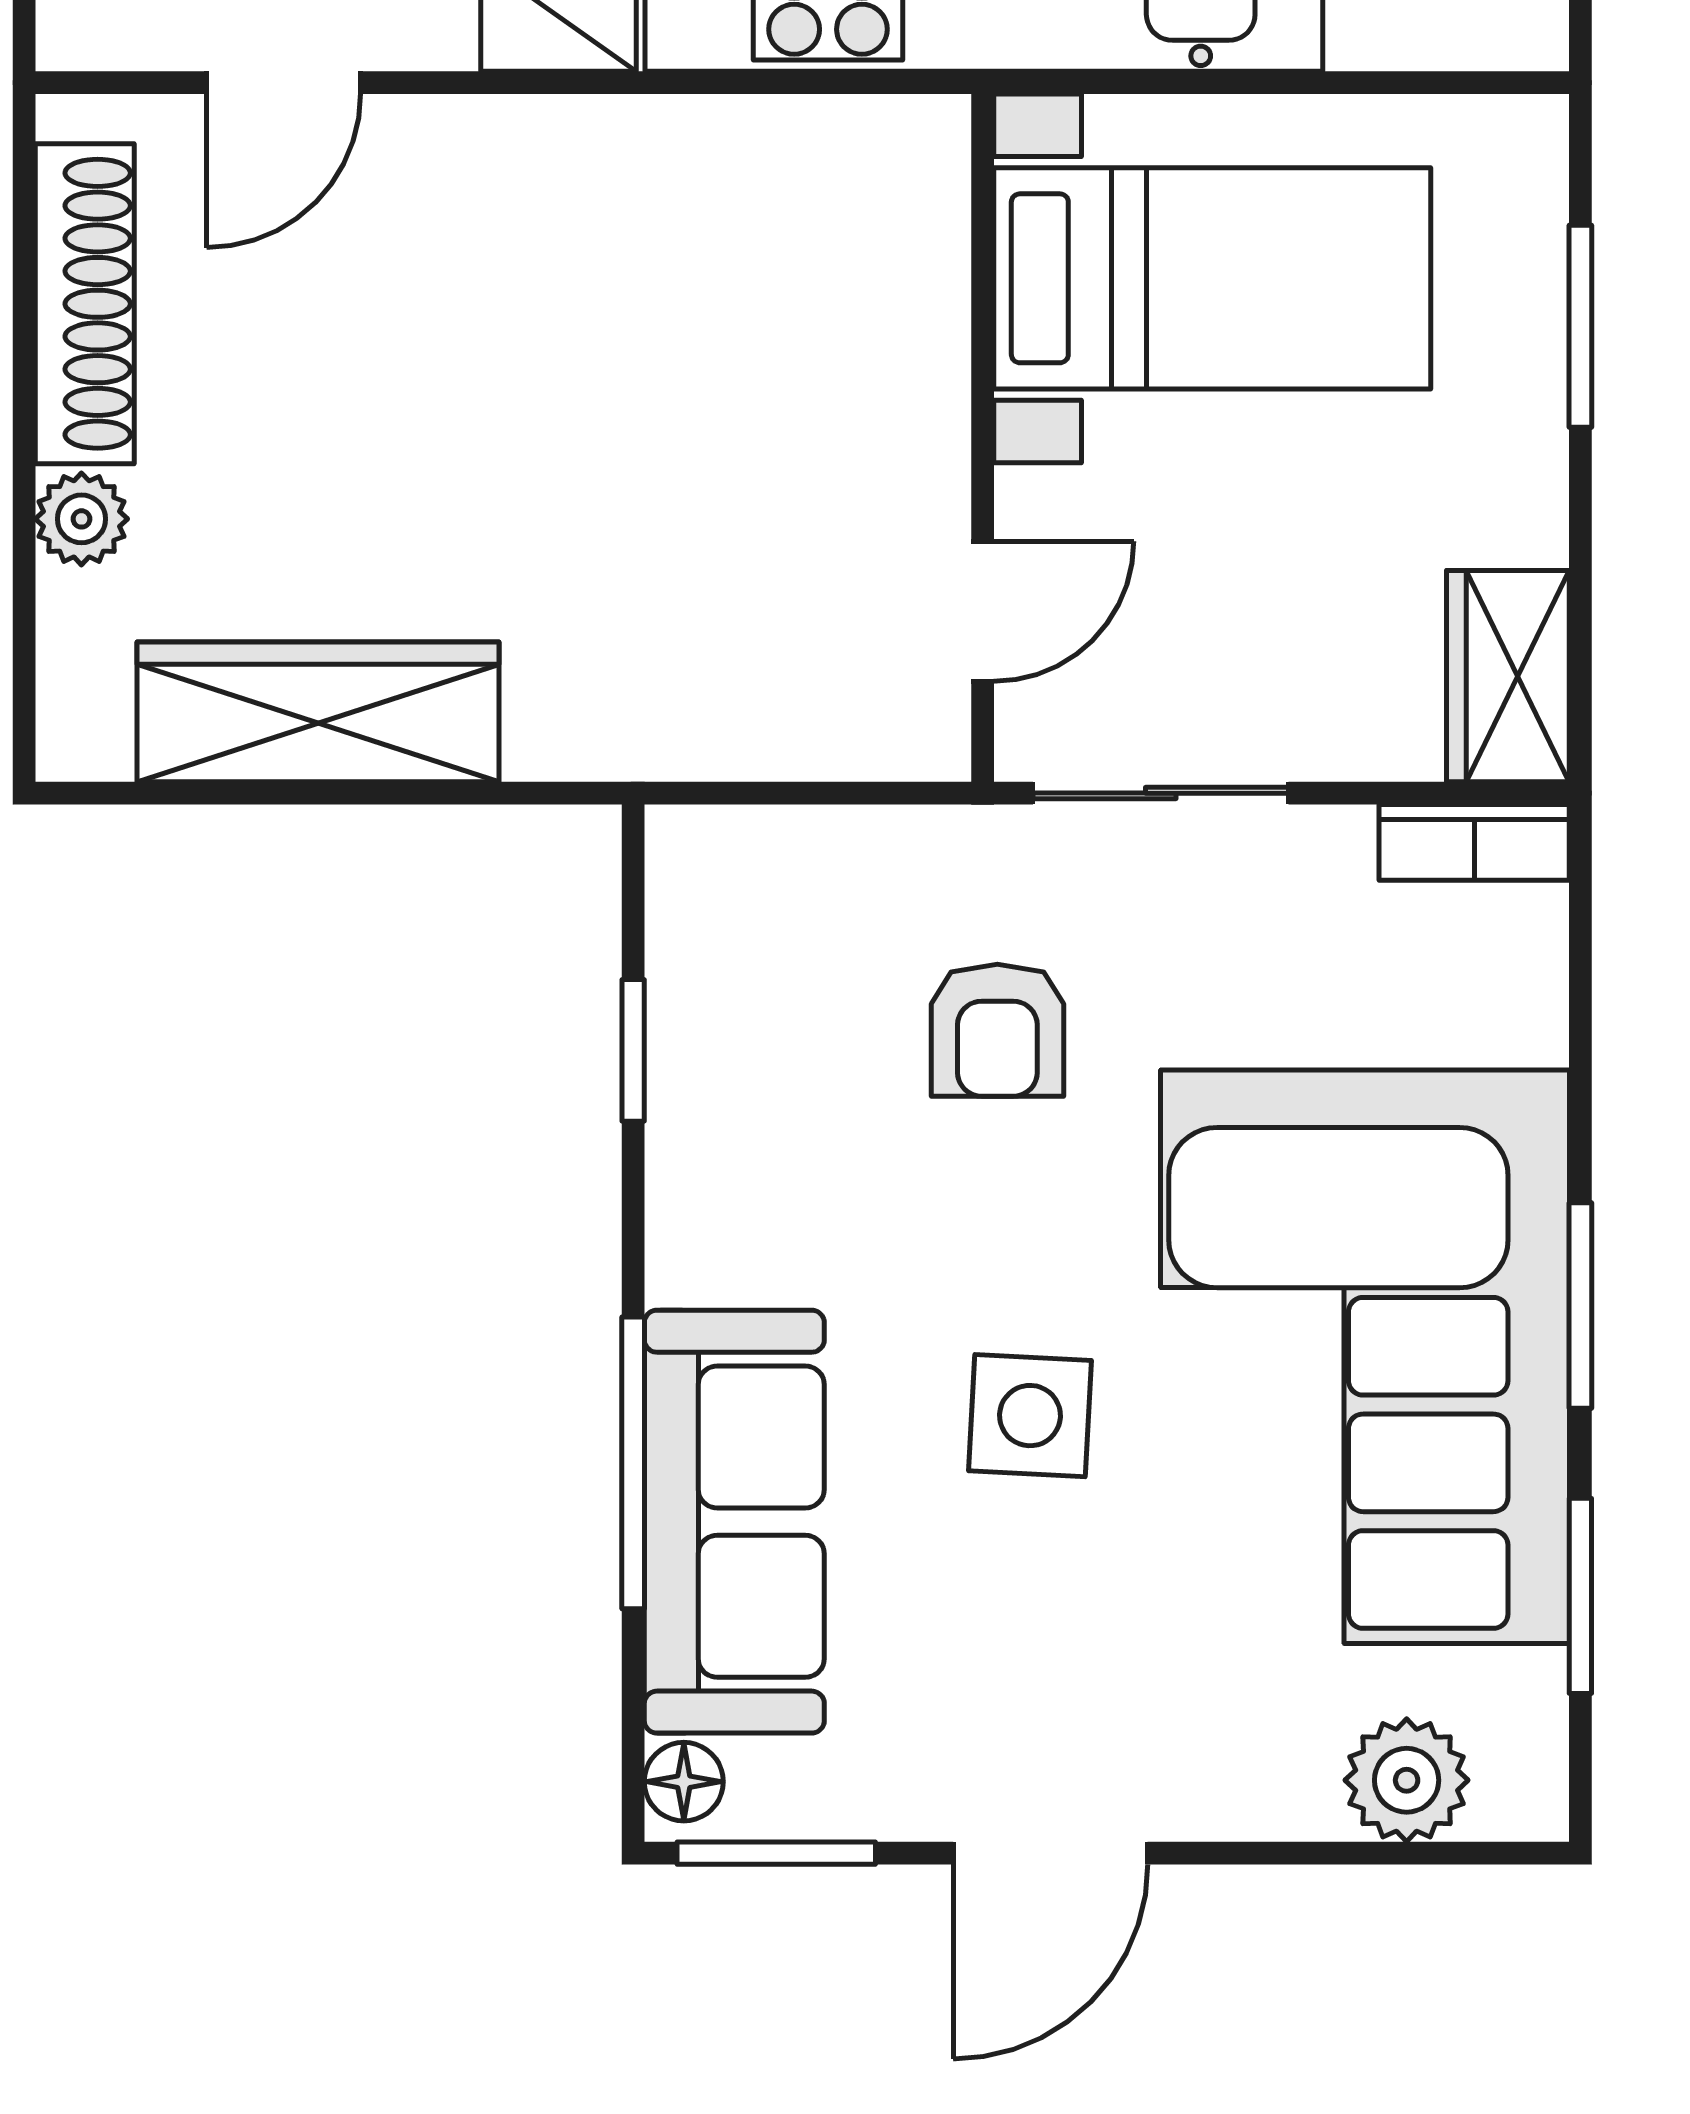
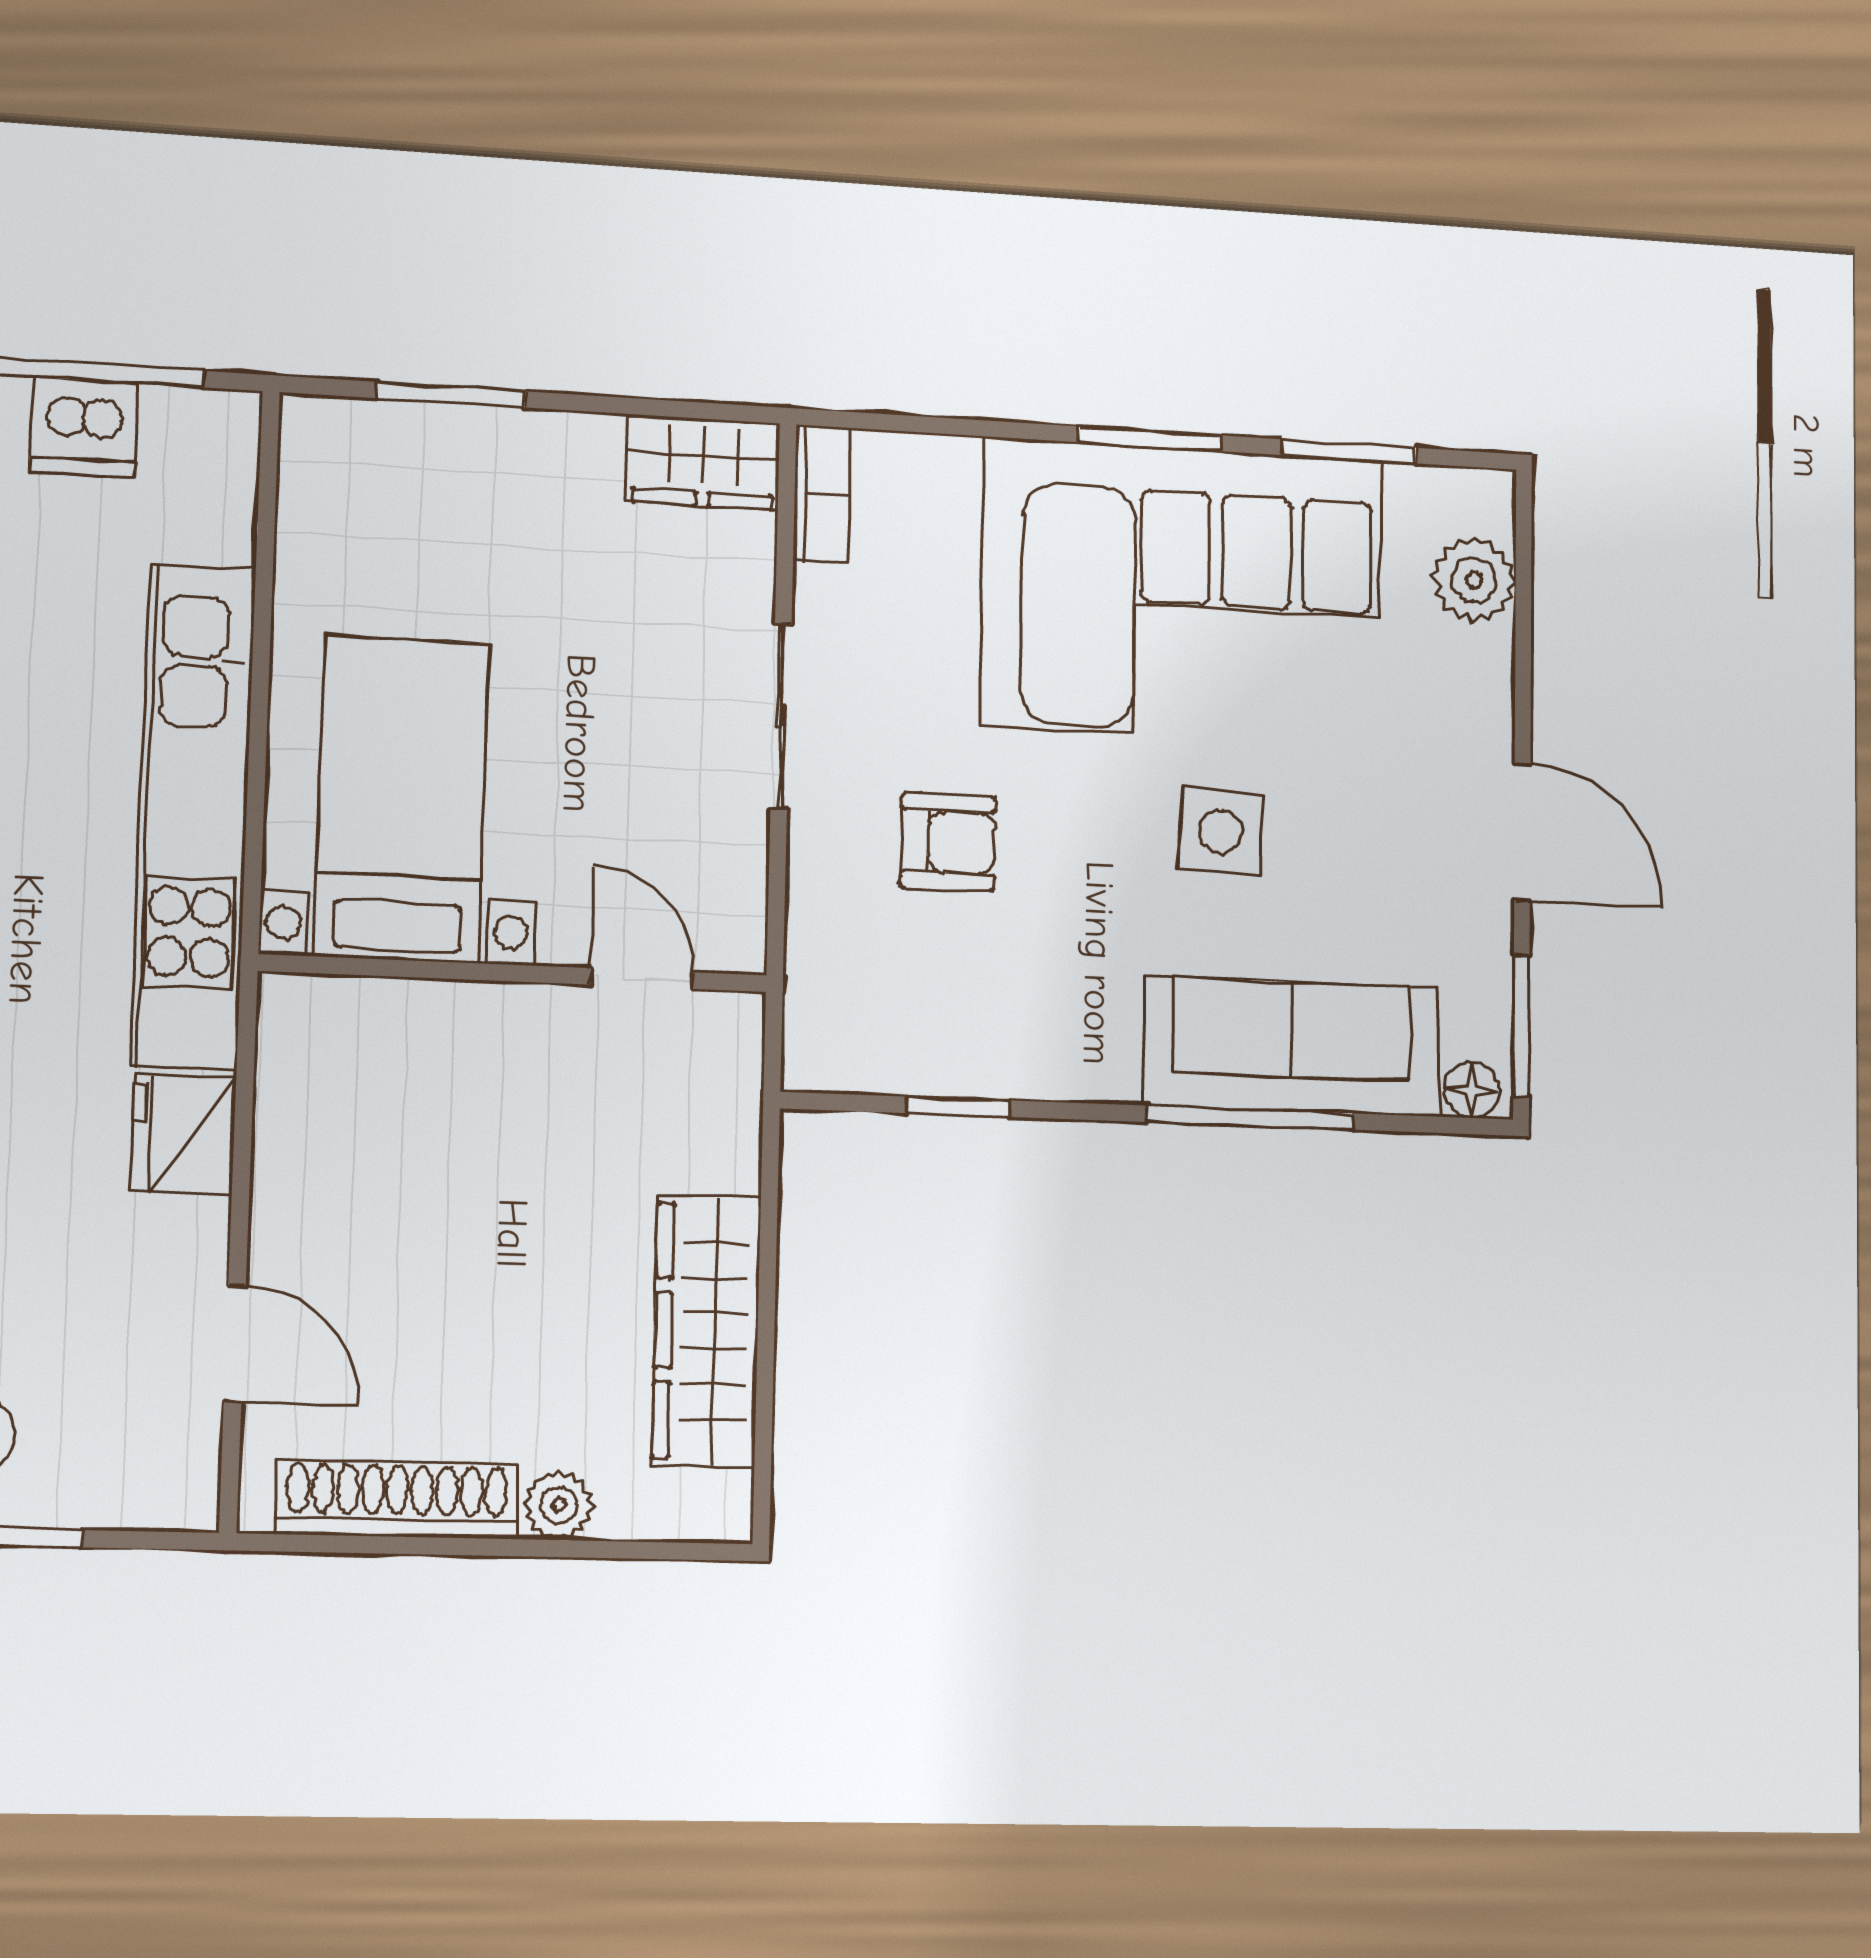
bed with nightstands: (1212, 278) -> (402, 799), moved
wall: (983, 438) -> (514, 973), moved
door: (983, 611) -> (642, 979), moved

